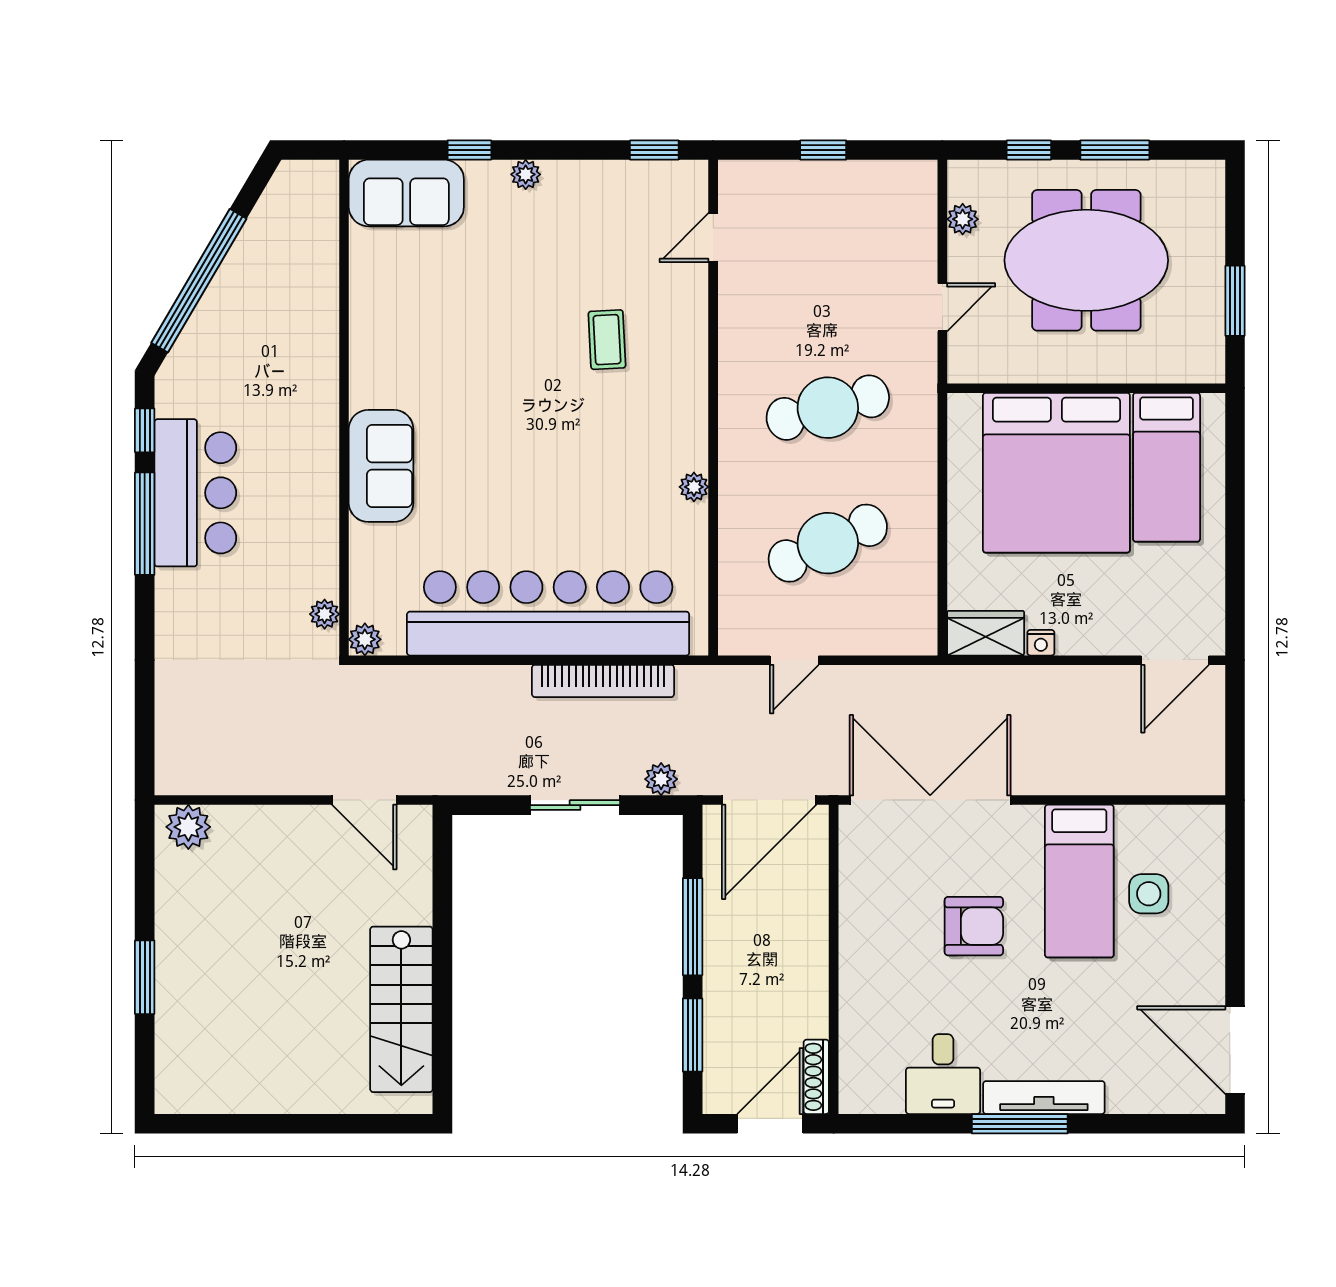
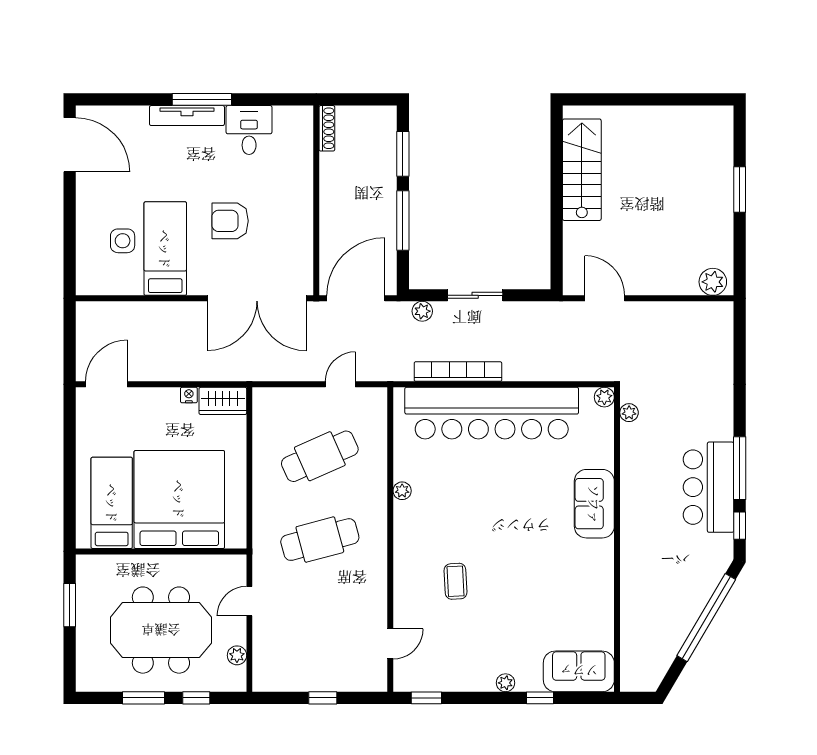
door: (770, 1124) -> (355, 99), removed

